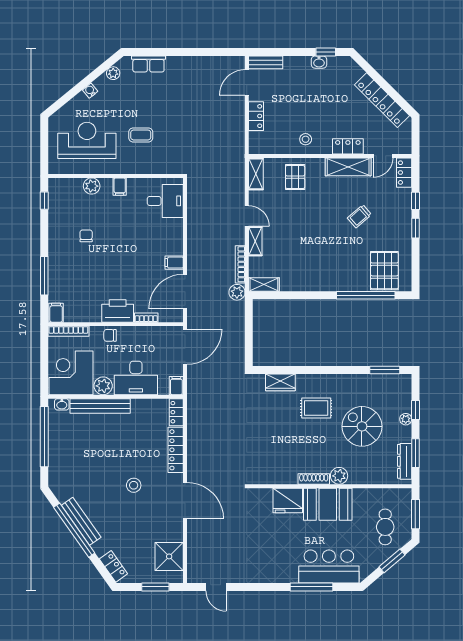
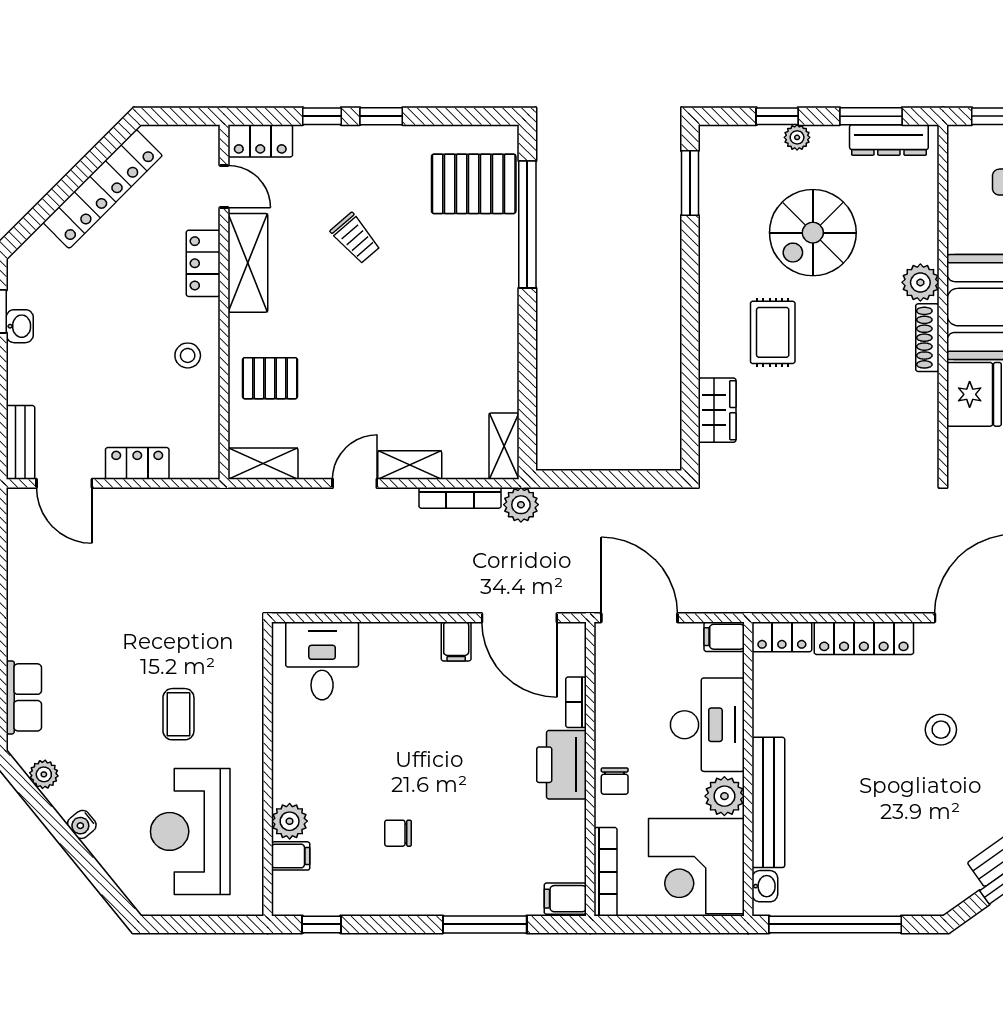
filing cabinet: (120, 187) -> (291, 856), moved

